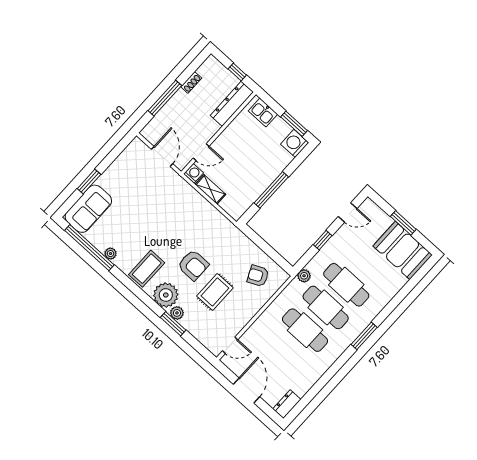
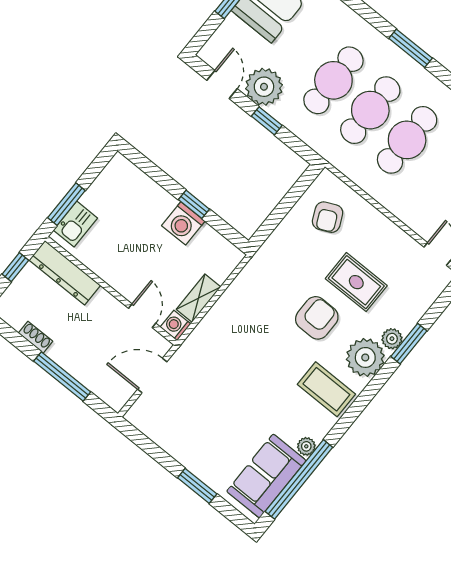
window: (294, 124) -> (66, 204), moved
washing machine: (295, 143) -> (183, 223), moved
window: (271, 190) -> (194, 204), width x0.46
sofa: (88, 209) -> (266, 476), moved, turned -90
plant: (304, 276) -> (264, 87), moved, width x1.88, depth x1.88

